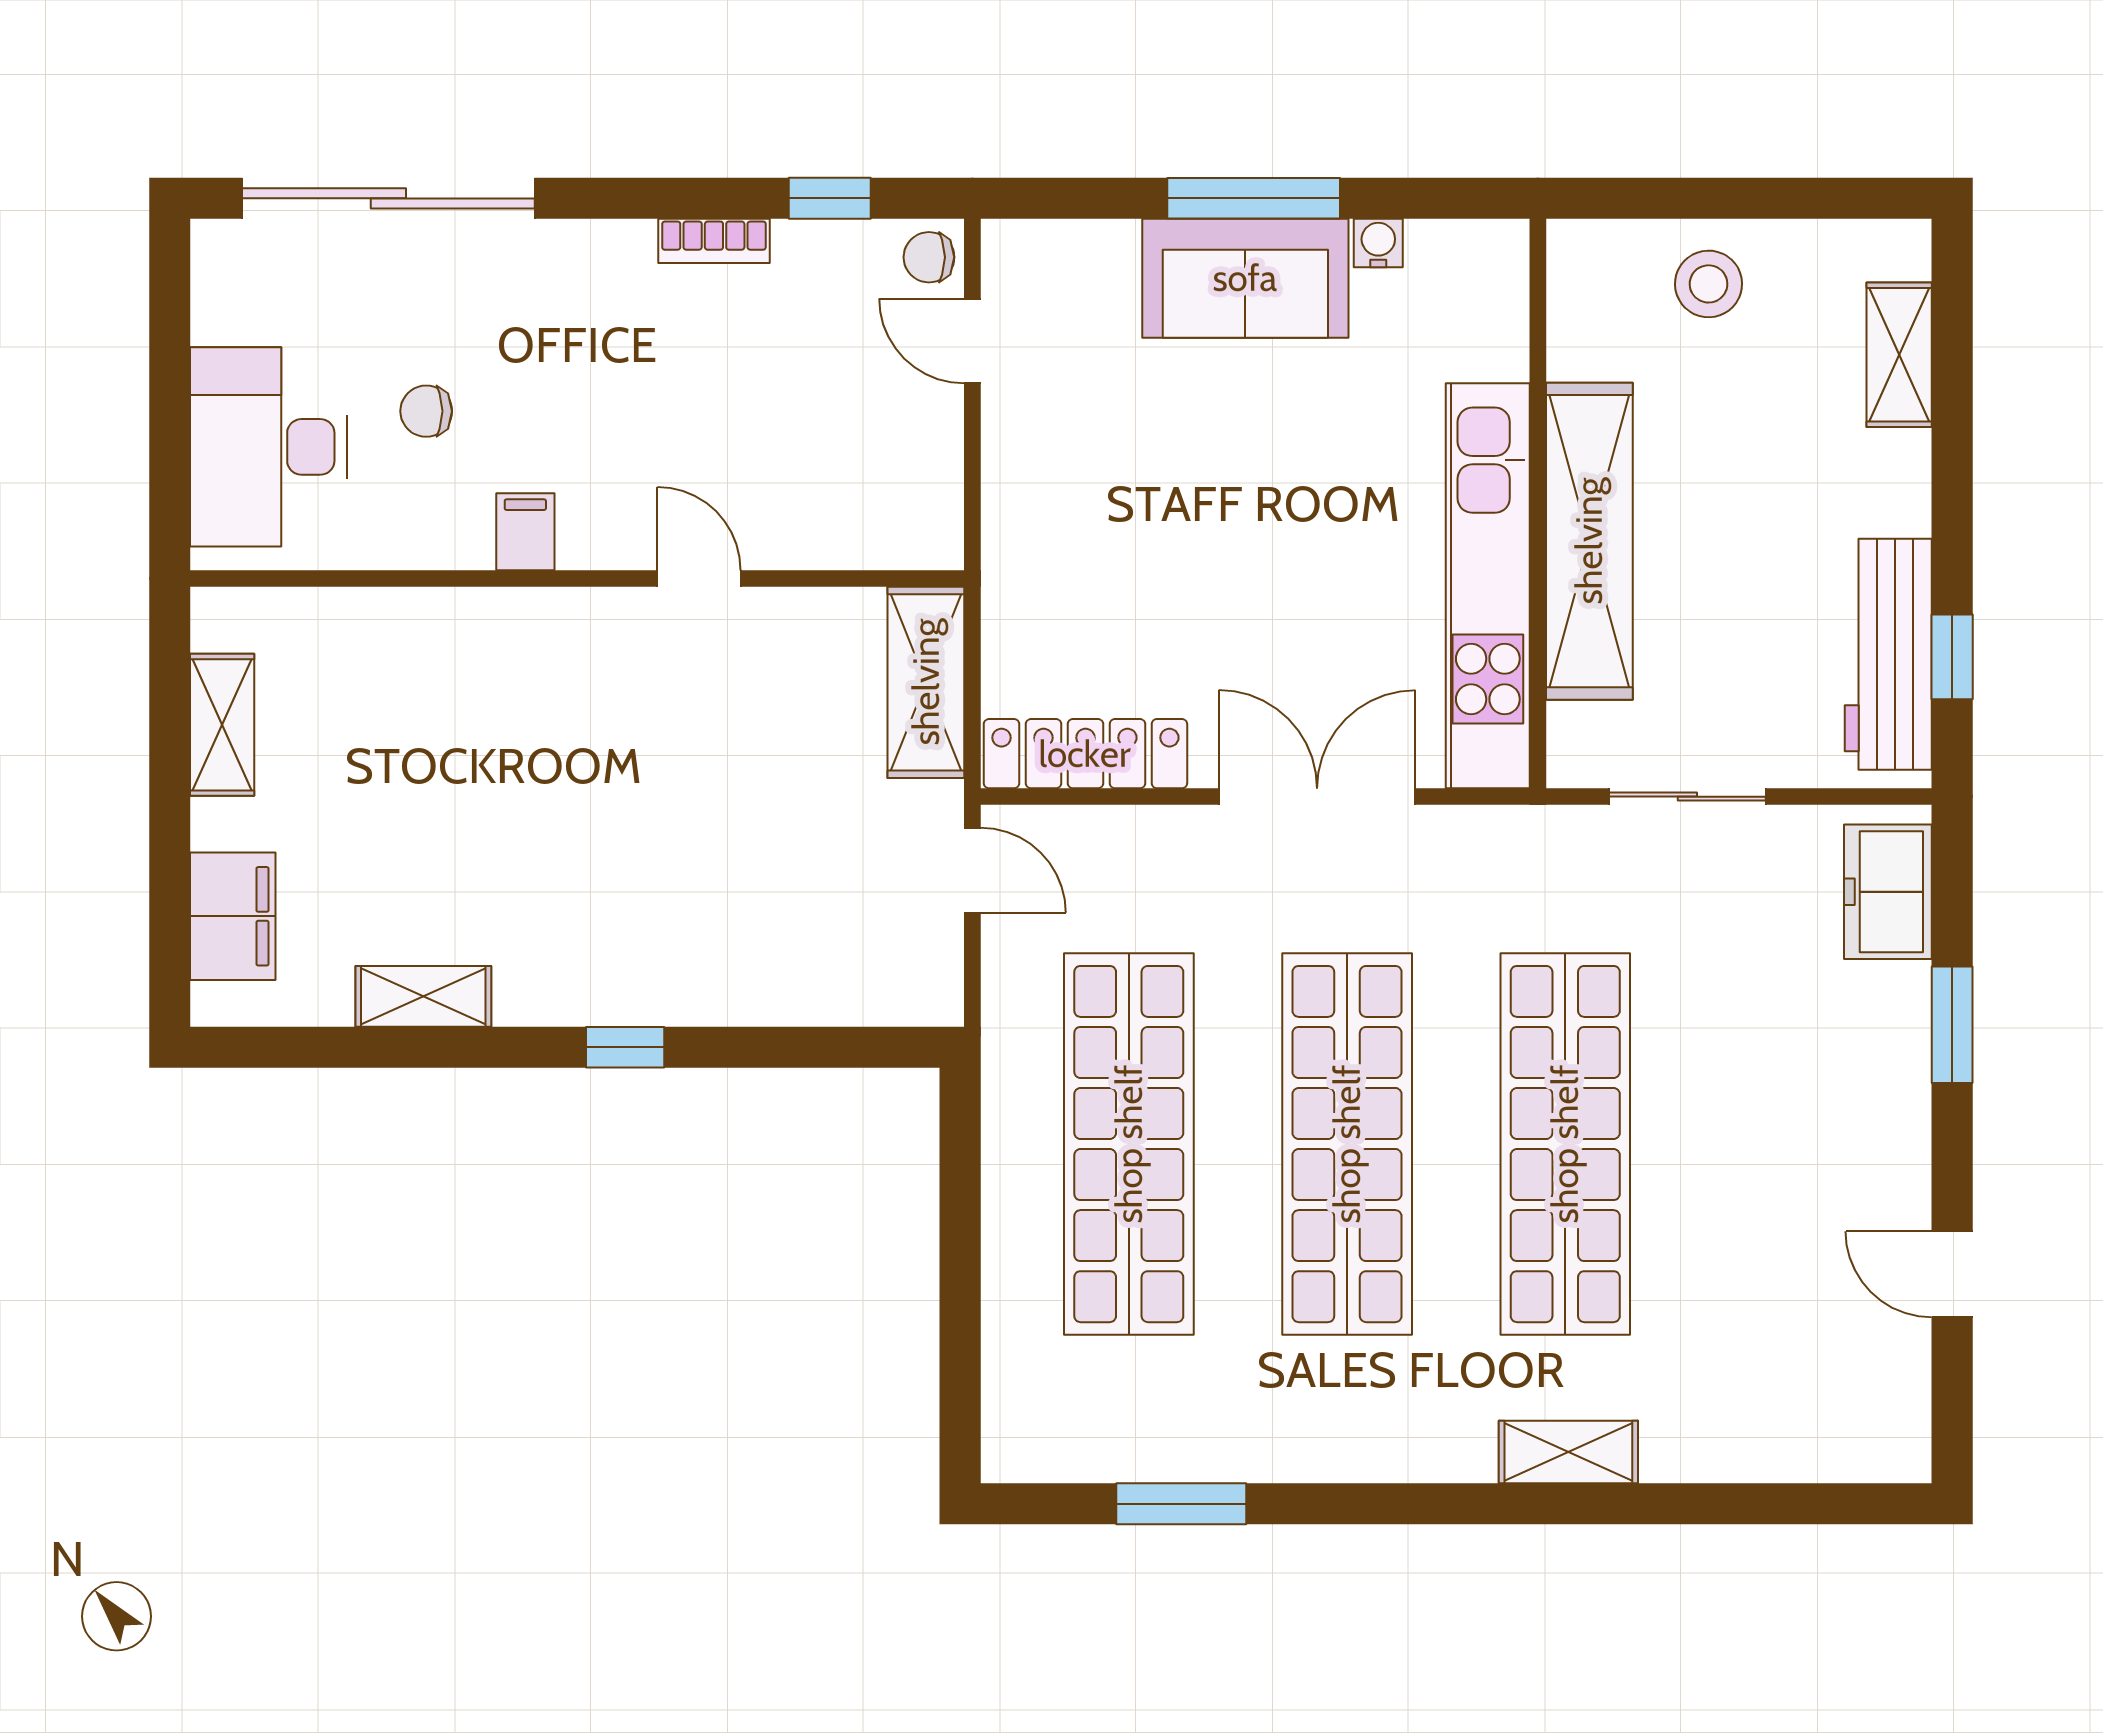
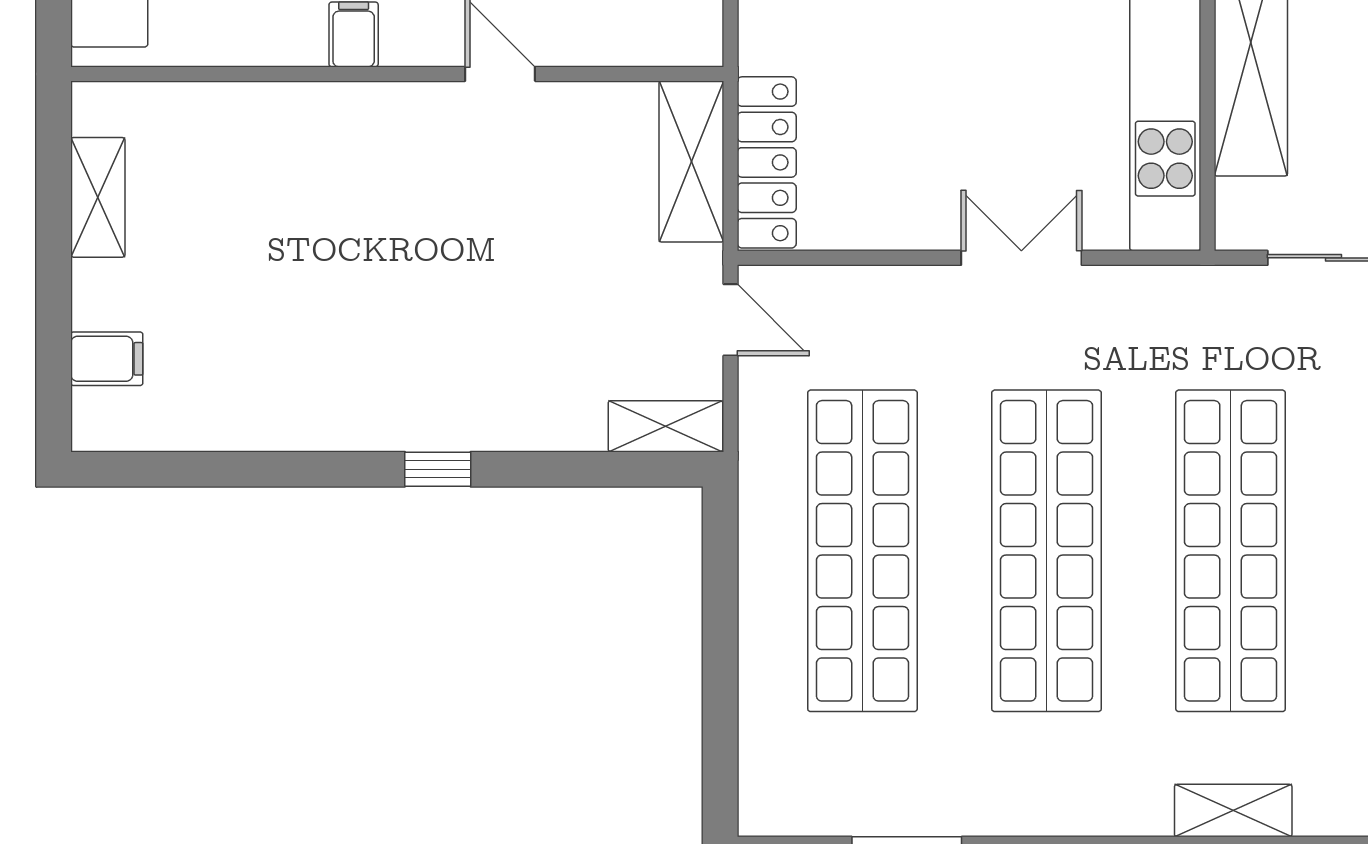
locker: (1085, 754) -> (767, 162), moved, turned 90
double door: (1317, 797) -> (1021, 258), width x0.73
filing cabinet: (233, 916) -> (107, 359), width x0.50
shelving: (423, 996) -> (665, 426), moved

